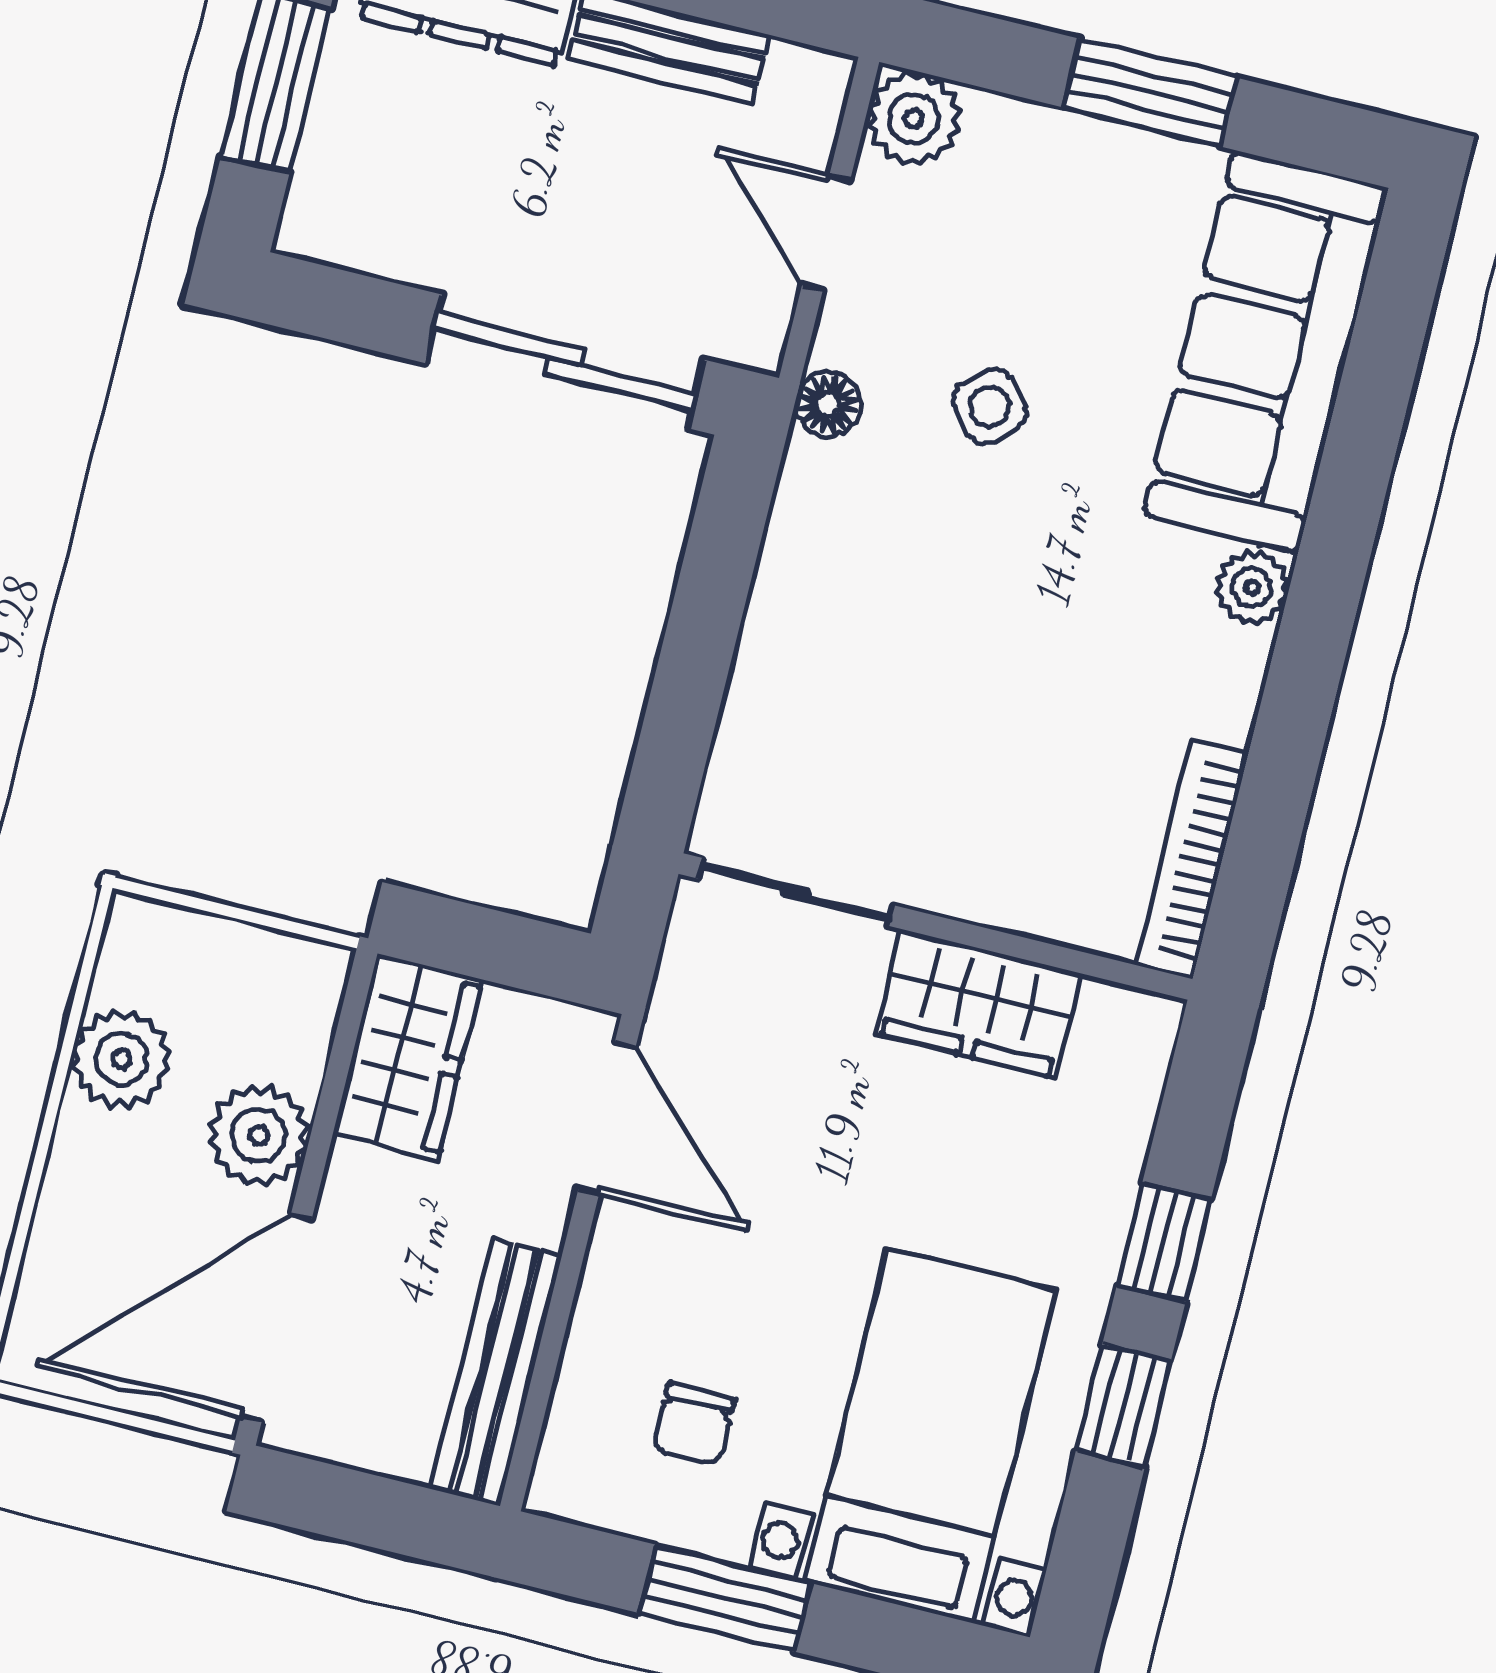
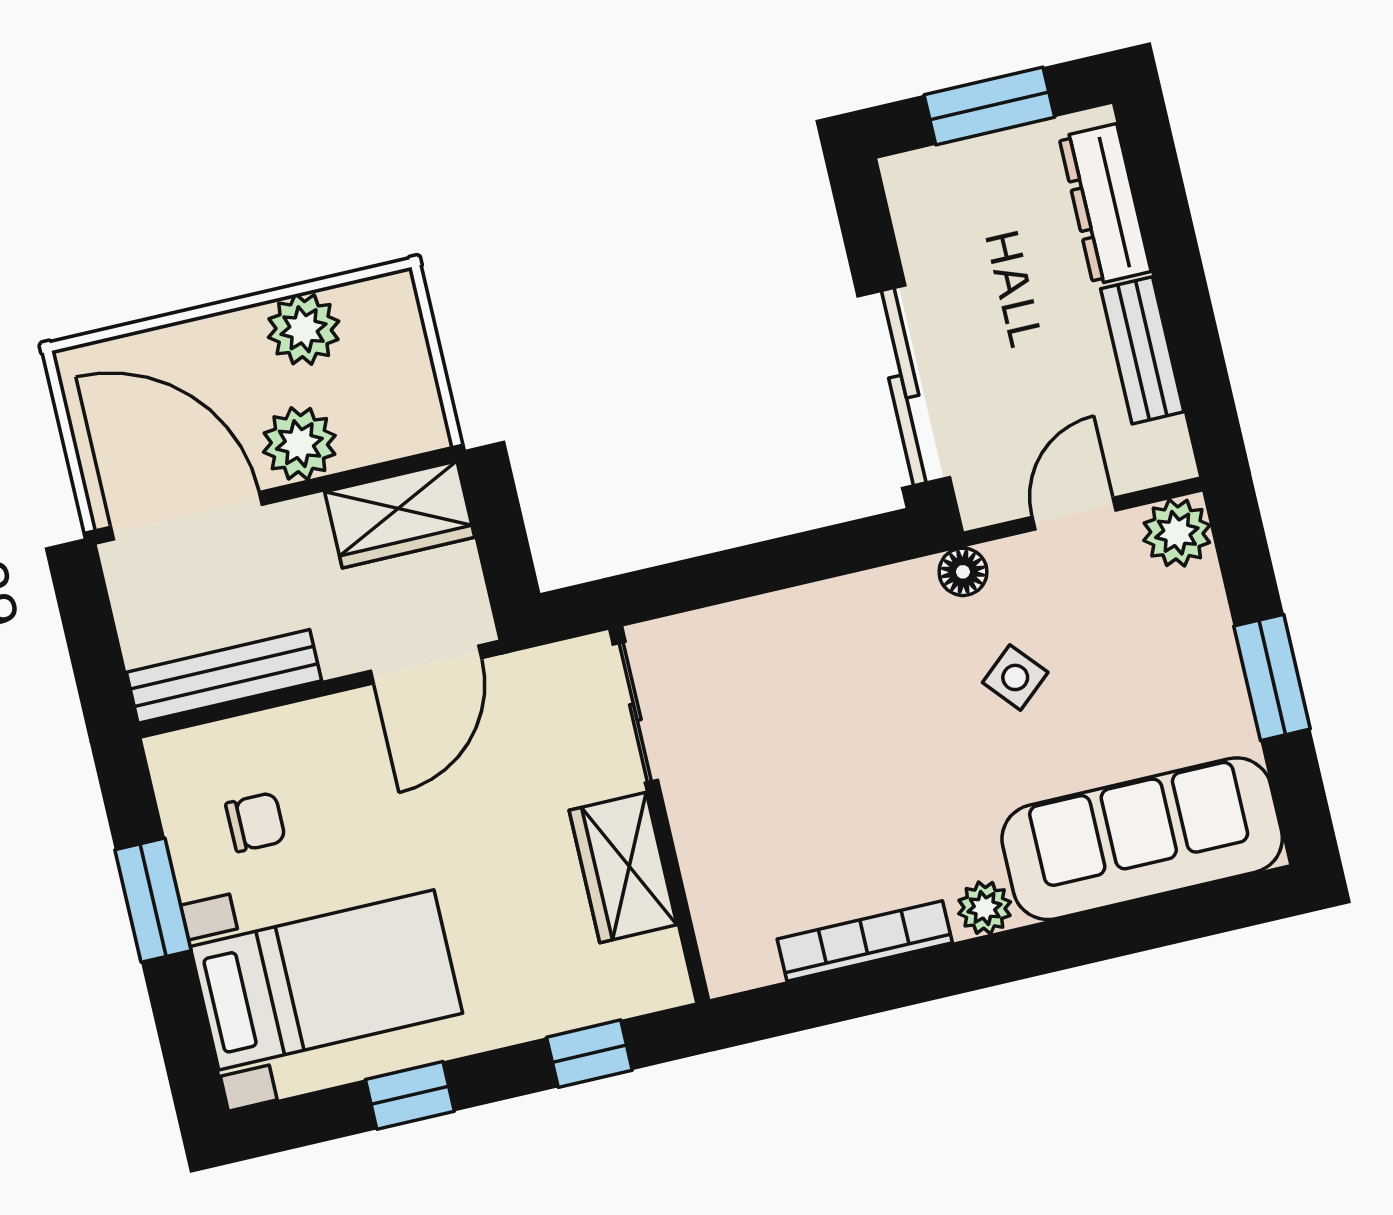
bookcase: (1192, 859) -> (865, 941), moved
window: (1164, 1242) -> (589, 1054), moved
chair: (693, 1424) -> (256, 822), turned 180

